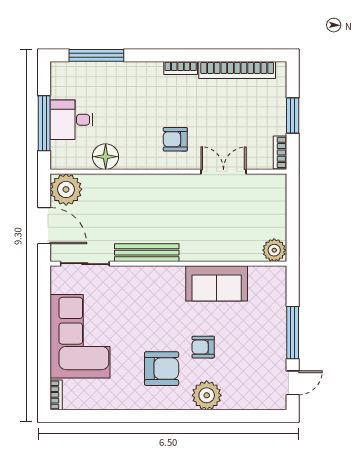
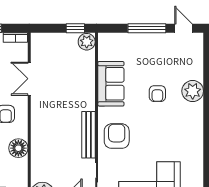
floor lamp: (106, 157) -> (18, 148), moved
window: (293, 235) -> (75, 28), added
armchair: (162, 369) -> (117, 136), moved

